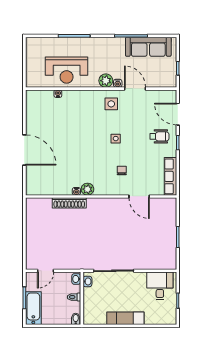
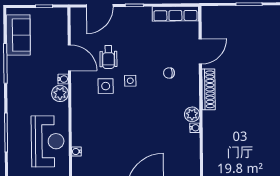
sofa: (148, 47) -> (18, 35), width x0.73
door: (135, 89) -> (69, 58), swing flipped
side table: (111, 104) -> (106, 86), moved
wheelchair: (159, 136) -> (108, 57), moved, turned 180
shoe rack: (69, 203) -> (208, 89), moved

